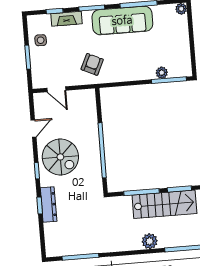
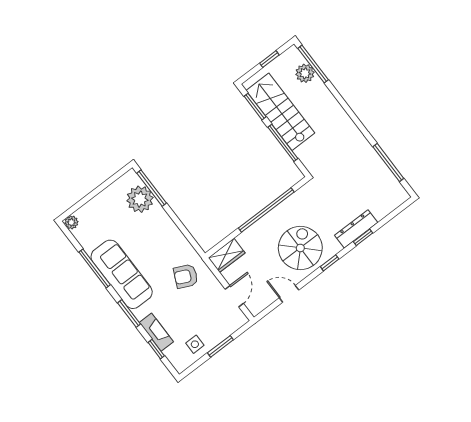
plant: (162, 73) -> (140, 199), width x1.87, depth x1.87
wardrobe: (88, 102) -> (227, 255), added
plant: (150, 241) -> (305, 73), moved

